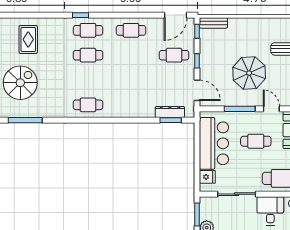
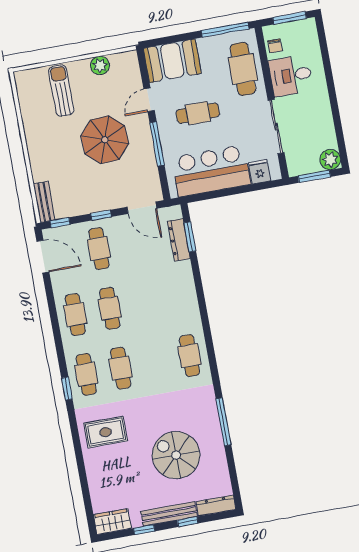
rug: (28, 39) -> (106, 432), moved
cafe table: (131, 55) -> (110, 308), added
door: (197, 90) -> (142, 208), swing flipped
window: (25, 120) -> (223, 422), moved
cafe table: (256, 141) -> (198, 113), turned 90

